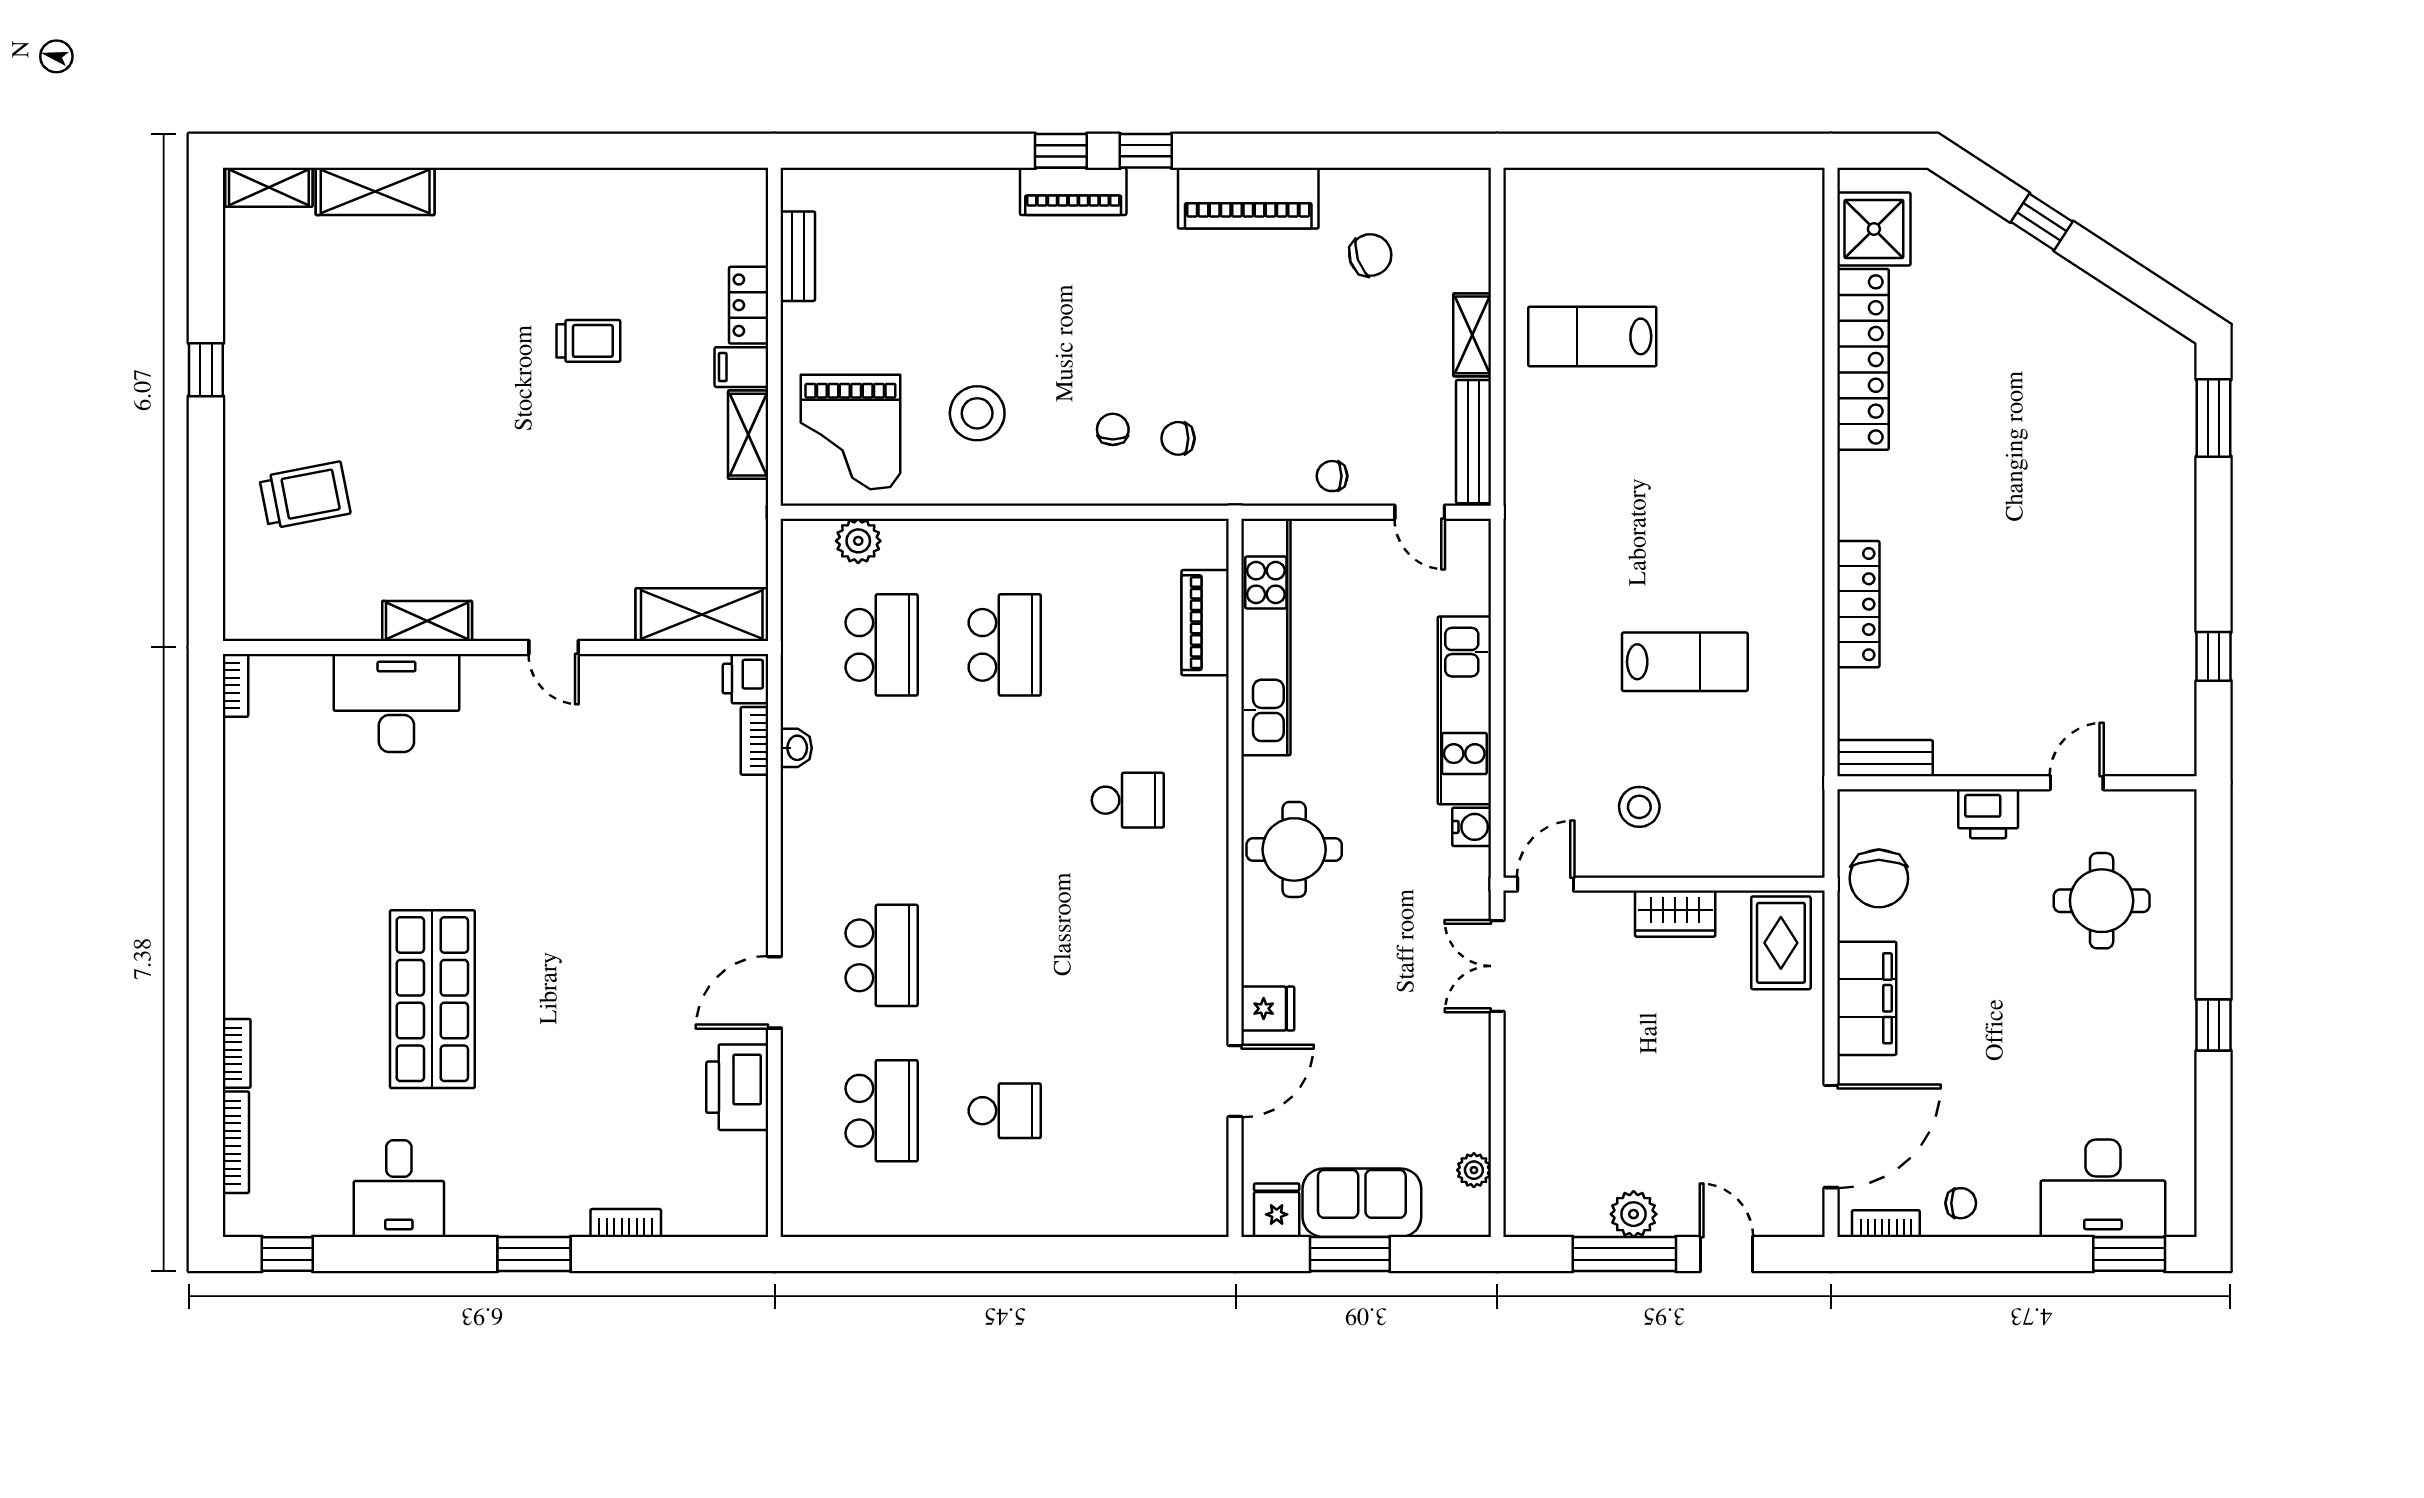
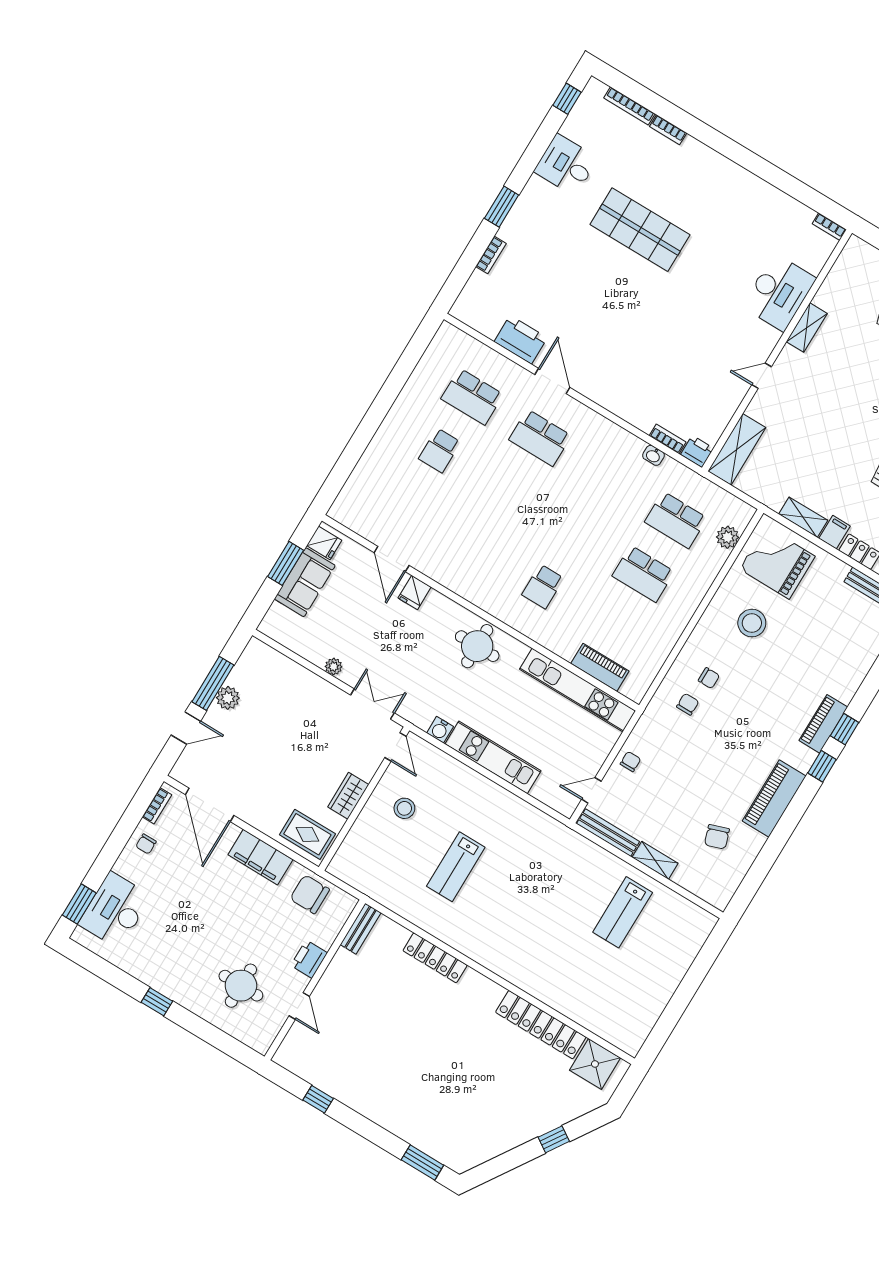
lab bench: (1592, 336) -> (623, 912), turned 180
plant: (1474, 1170) -> (334, 667), moved

